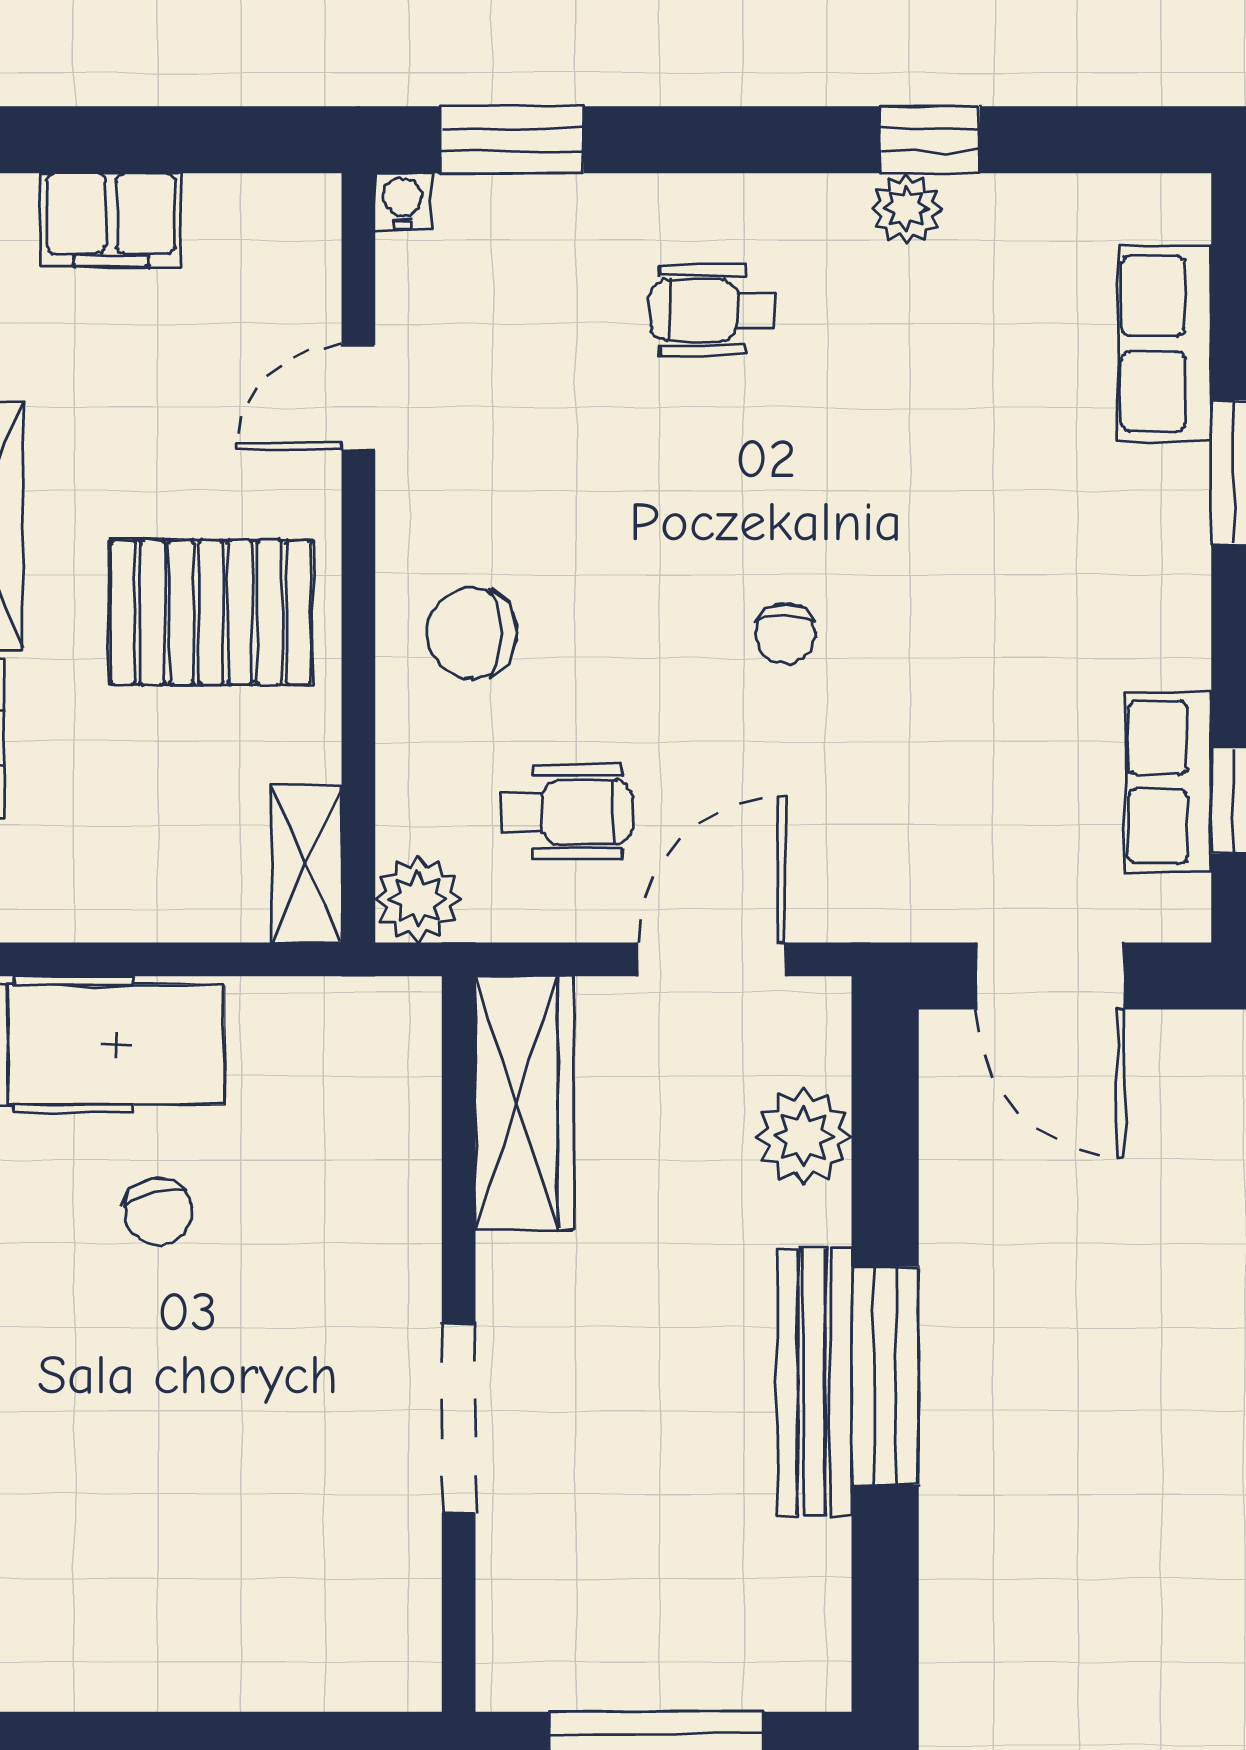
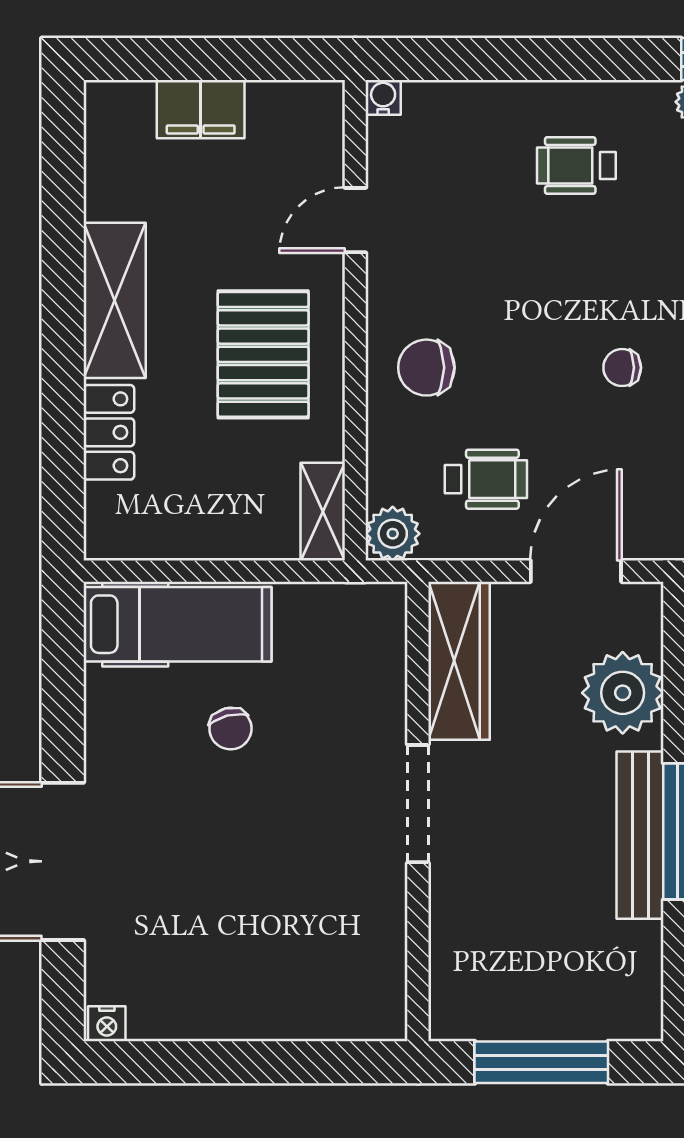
window: (512, 140) -> (451, 59), removed
pallet: (211, 612) -> (263, 354), turned 90
chair: (786, 634) -> (622, 368), turned 90
plant: (804, 1137) -> (623, 693), width x1.36, depth x1.36
doorway: (459, 1418) -> (418, 804), moved

